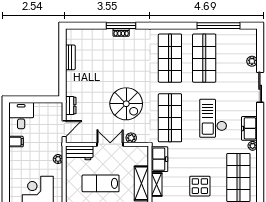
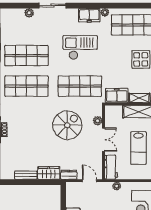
wardrobe: (73, 83) -> (49, 173), added
checkout: (213, 118) -> (80, 48), turned 180
double door: (110, 144) -> (104, 140), swing flipped

